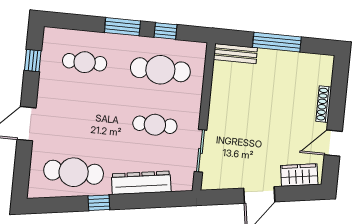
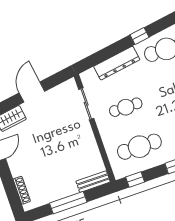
window: (166, 31) -> (135, 179), moved
shoe rack: (324, 104) -> (22, 190), moved

